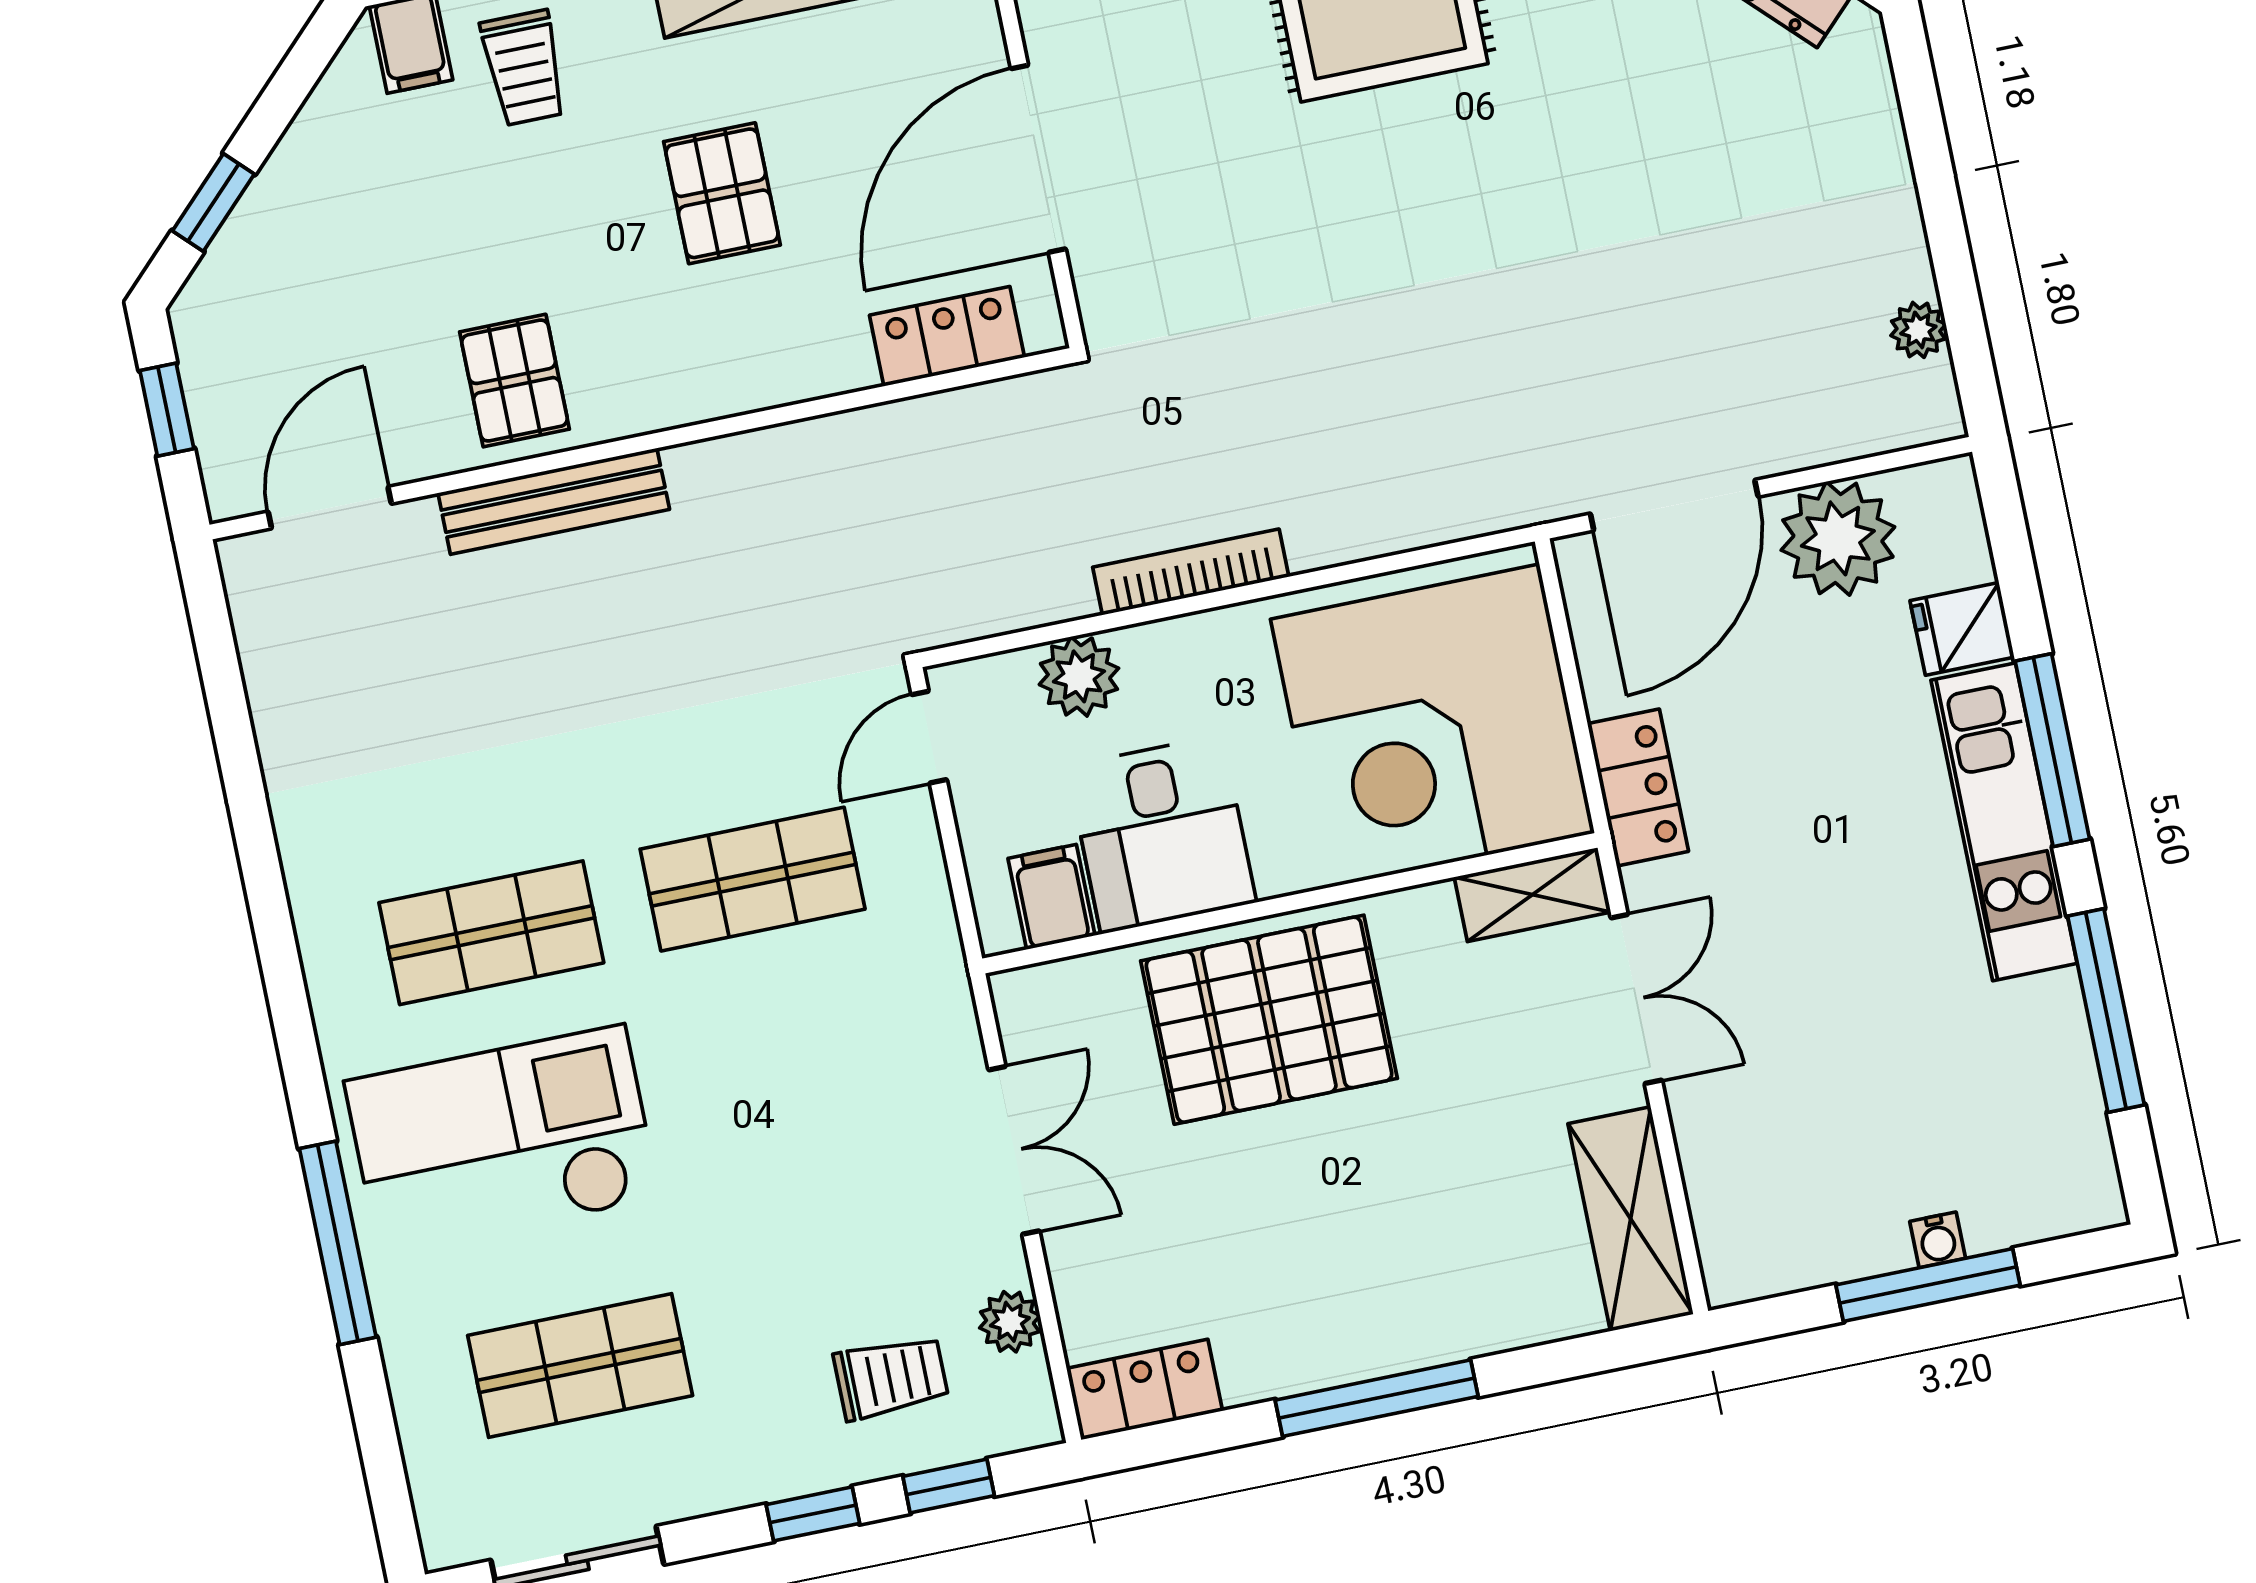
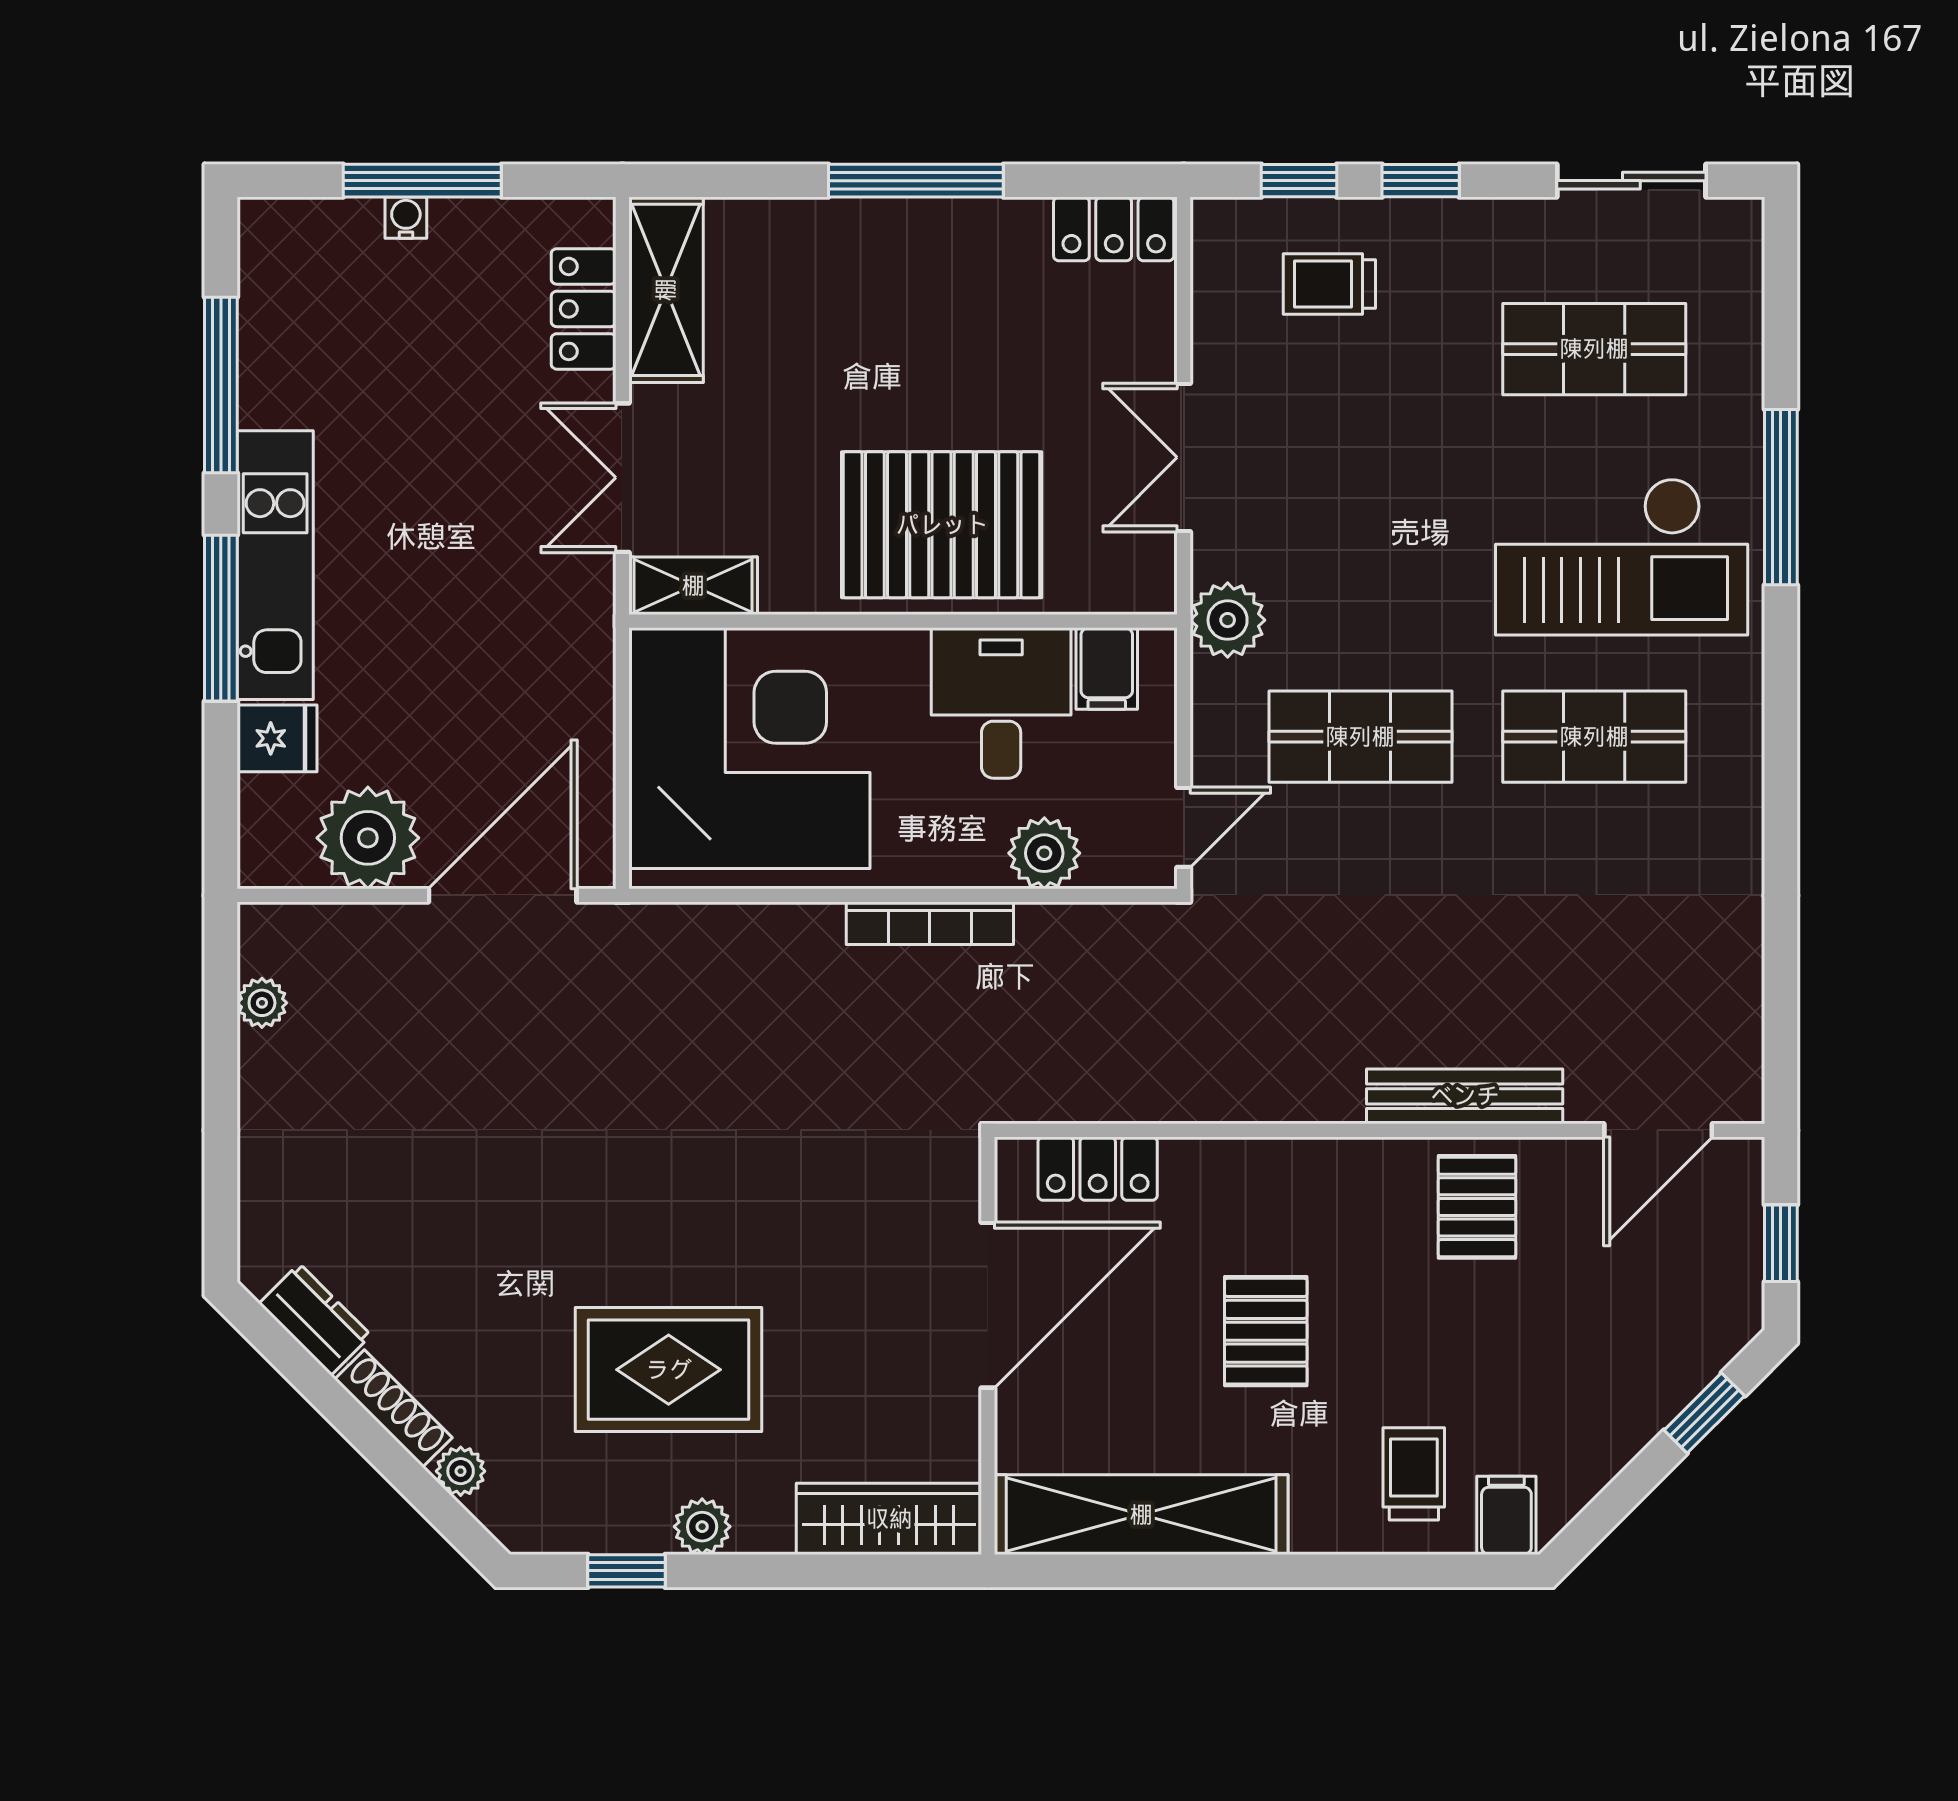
locker: (1638, 788) -> (584, 309), moved
plant: (1010, 1322) -> (1228, 620), moved, width x1.38, depth x1.38

